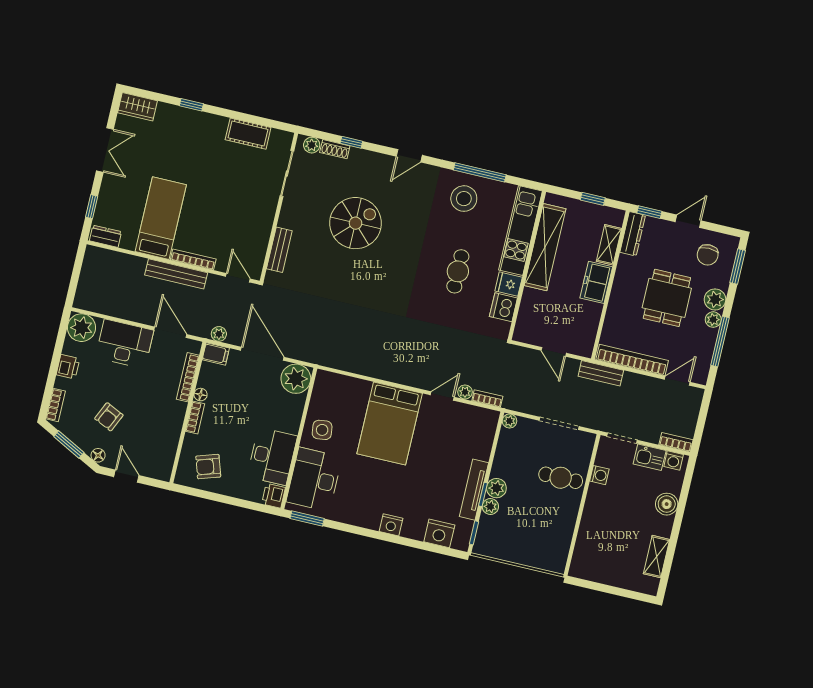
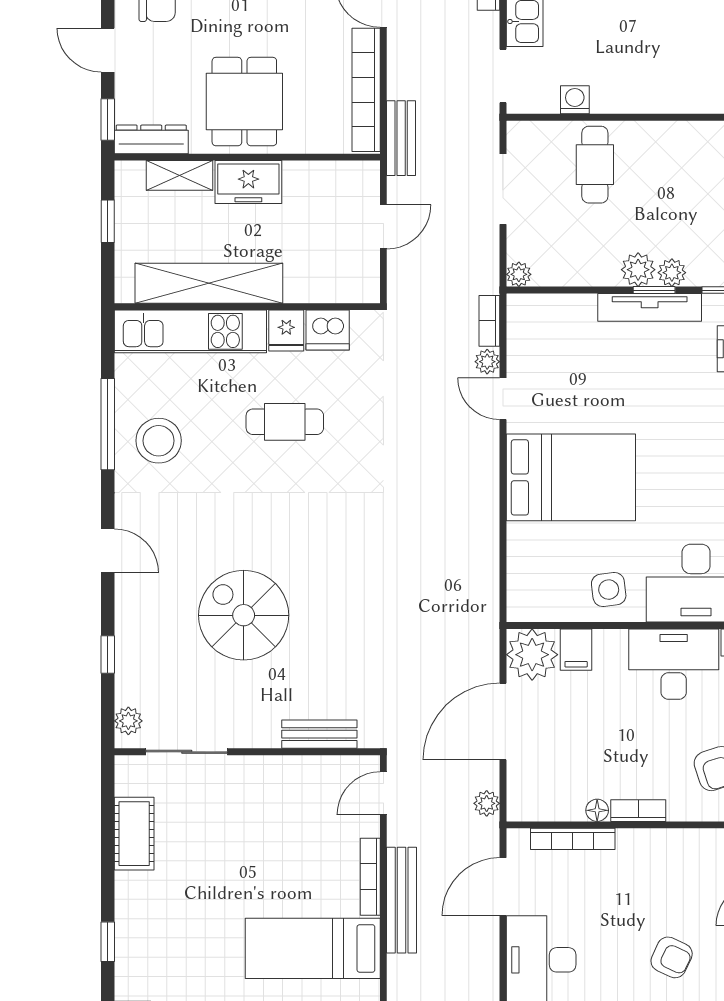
shoe rack: (335, 149) -> (126, 680), removed
dining table: (667, 298) -> (244, 102), moved, turned 90
filing cabinet: (216, 354) -> (576, 650), moved, turned 180

